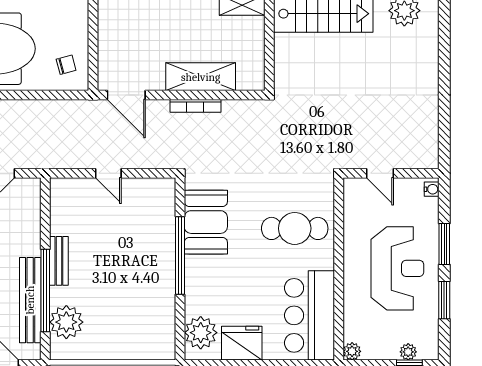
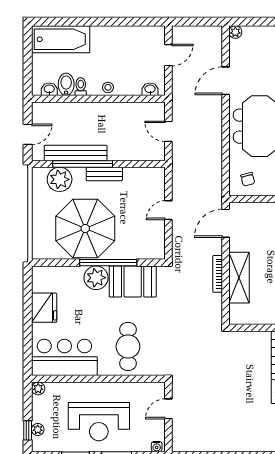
parasol: (133, 287) -> (85, 229), added
plant: (201, 333) -> (96, 278), moved

